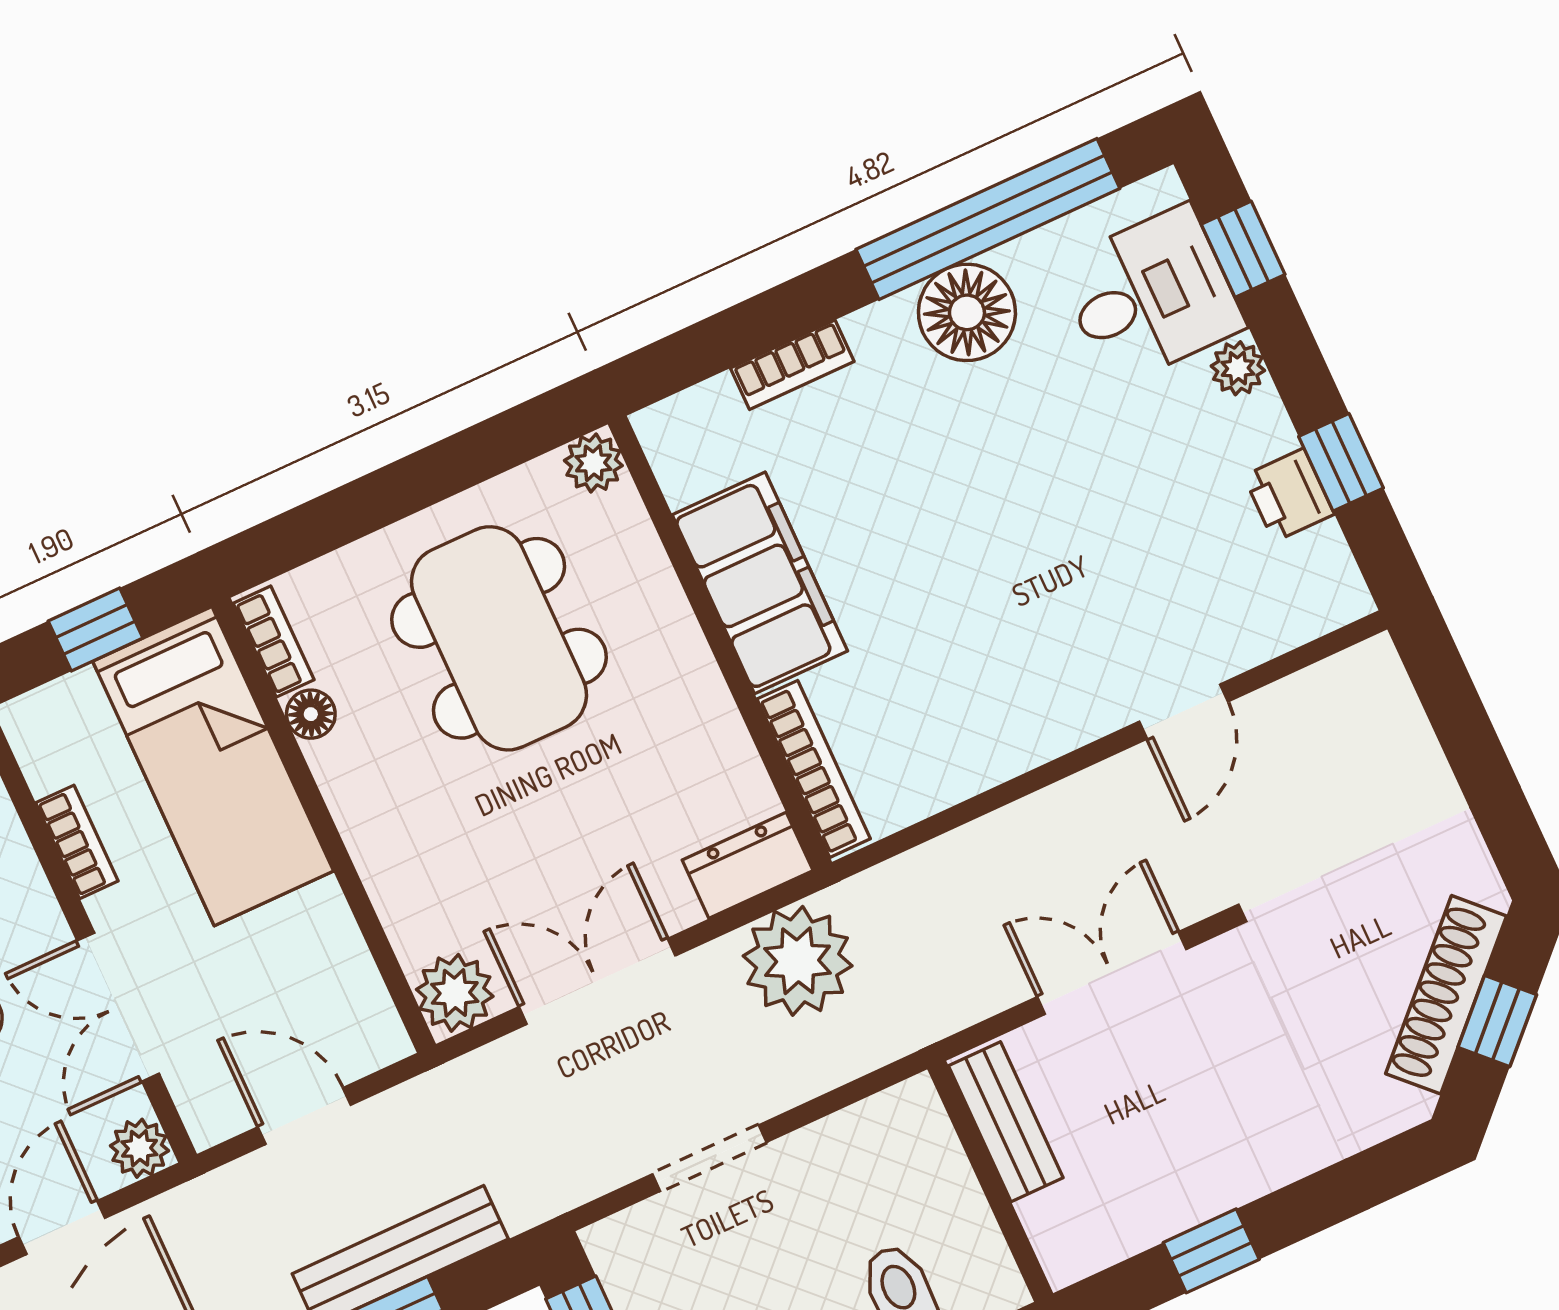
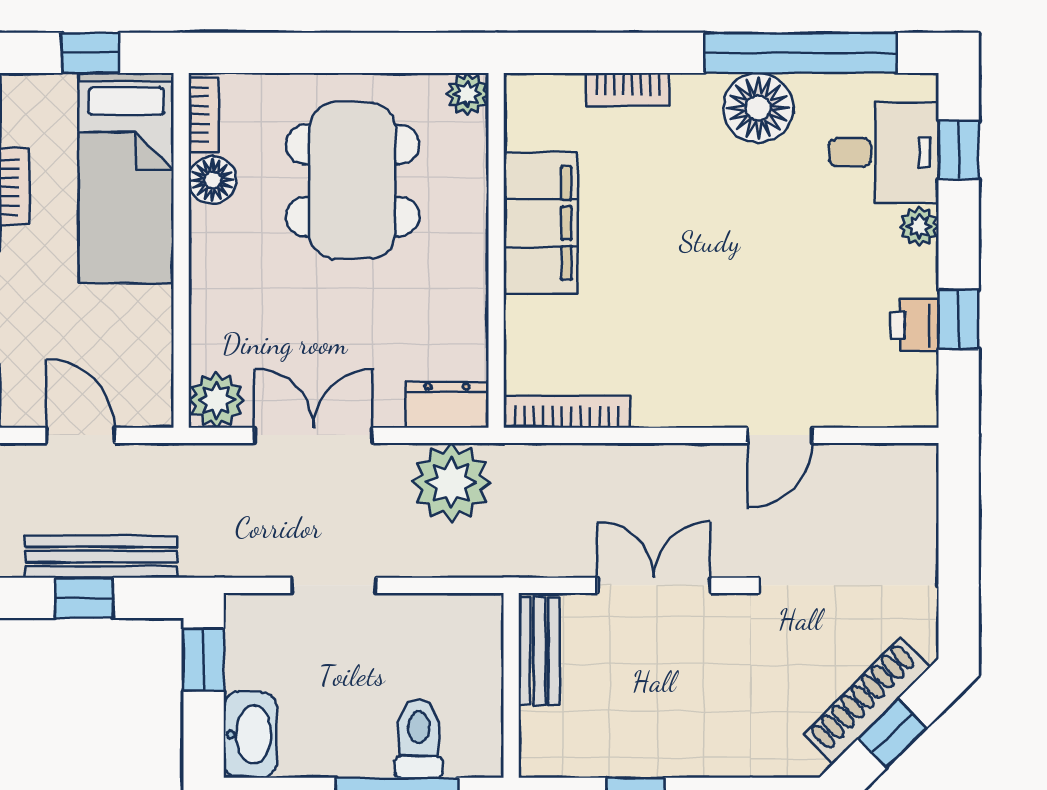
floor lamp: (311, 714) -> (213, 180), width x1.37, depth x1.37
bookcase: (814, 769) -> (567, 412), moved, turned -90

